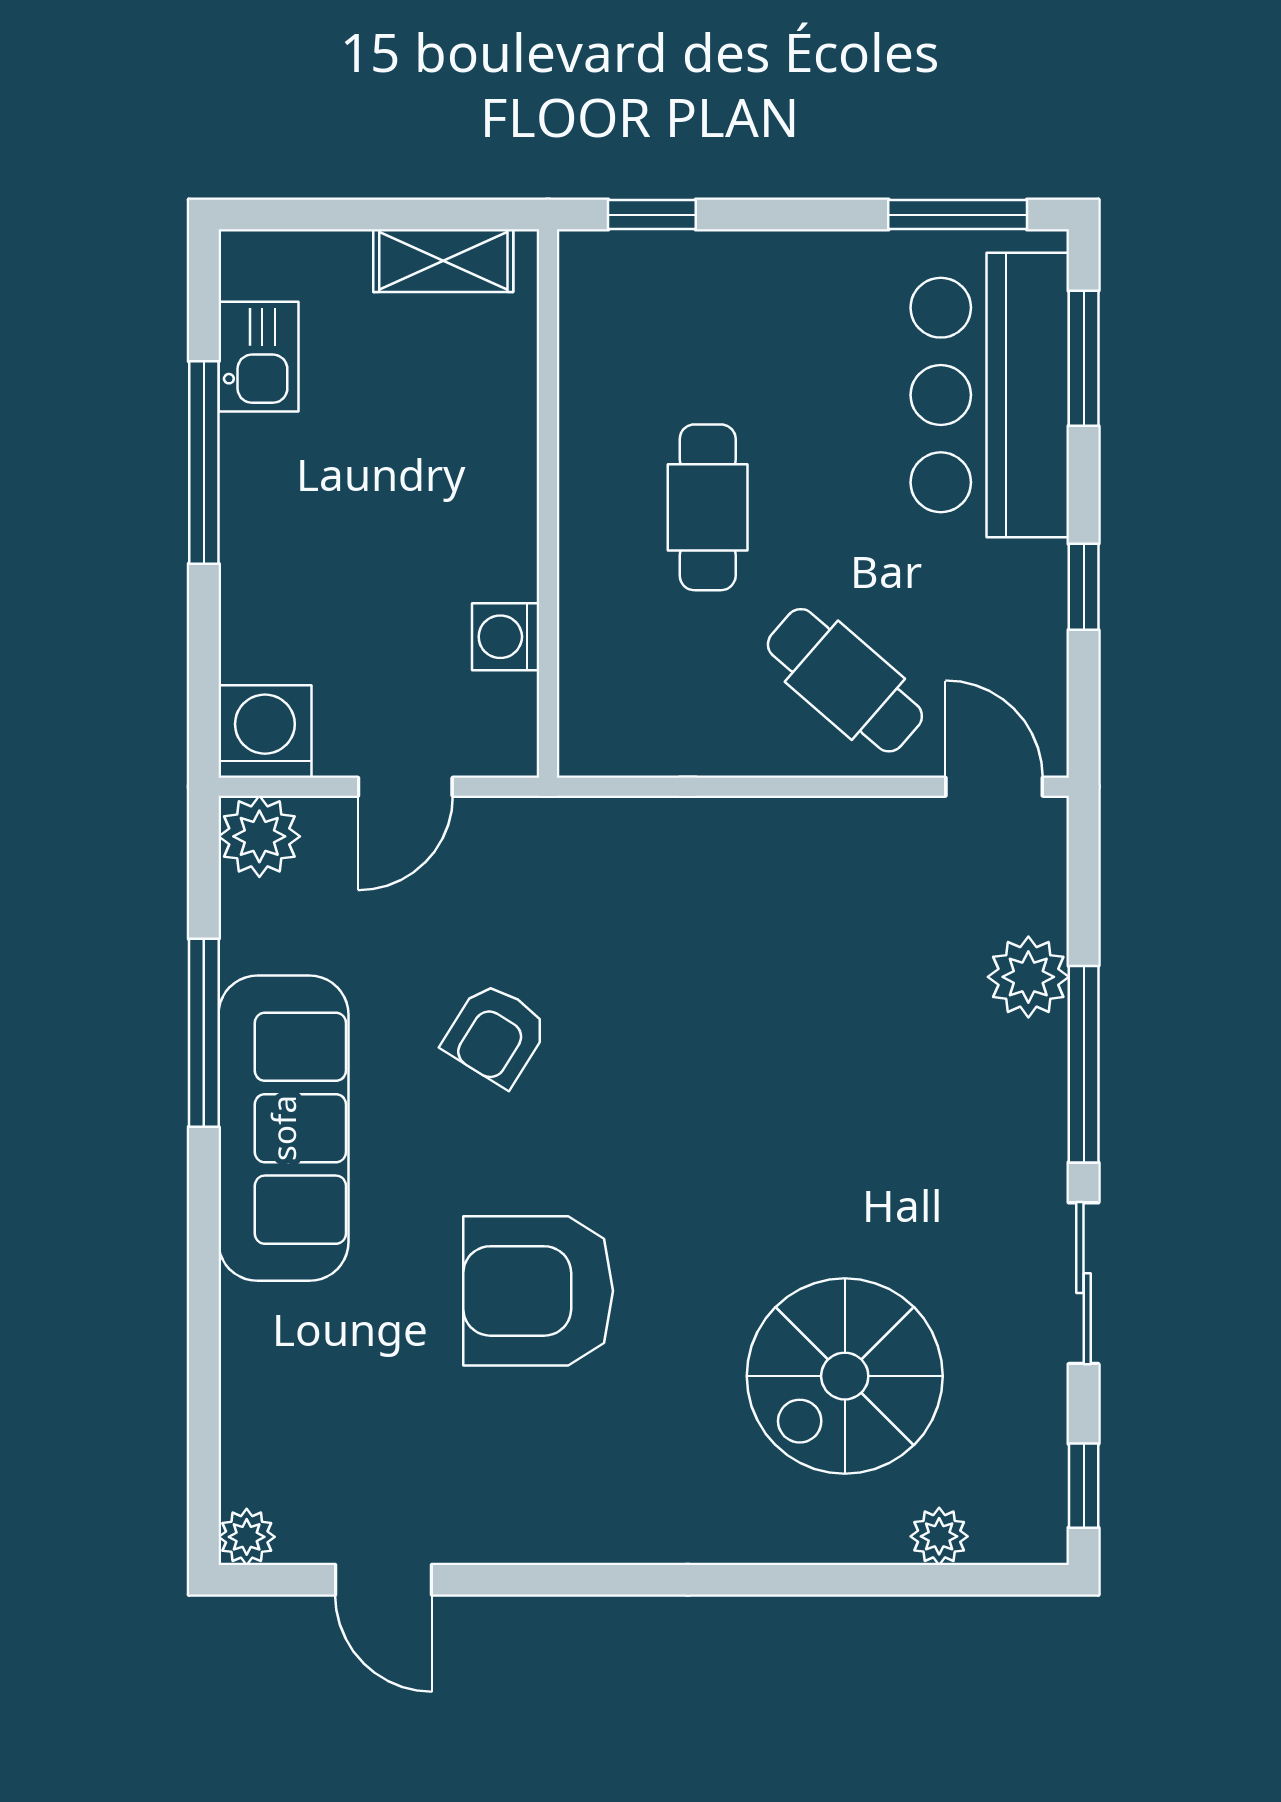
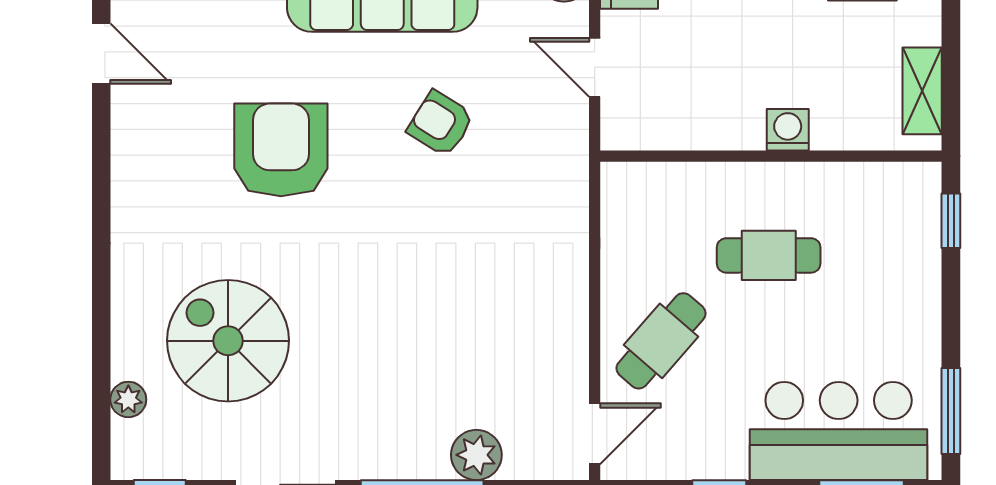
washing machine: (506, 637) -> (788, 130), moved
door: (383, 1580) -> (101, 54), swing flipped

